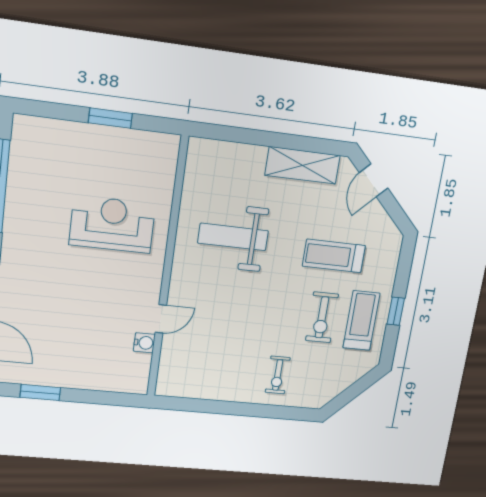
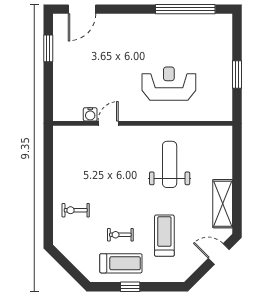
reception desk: (112, 224) -> (169, 84), turned -90
exercise bike: (322, 317) -> (120, 235), width x0.73, depth x0.72
door: (161, 319) -> (108, 123), swing flipped

